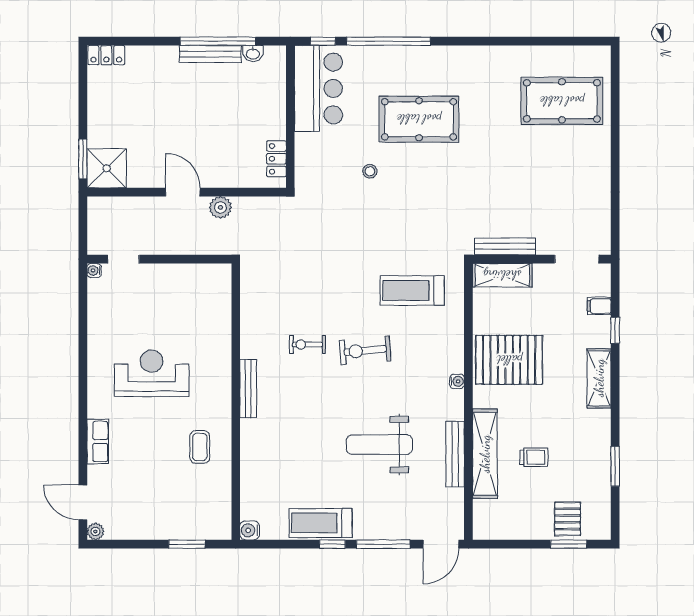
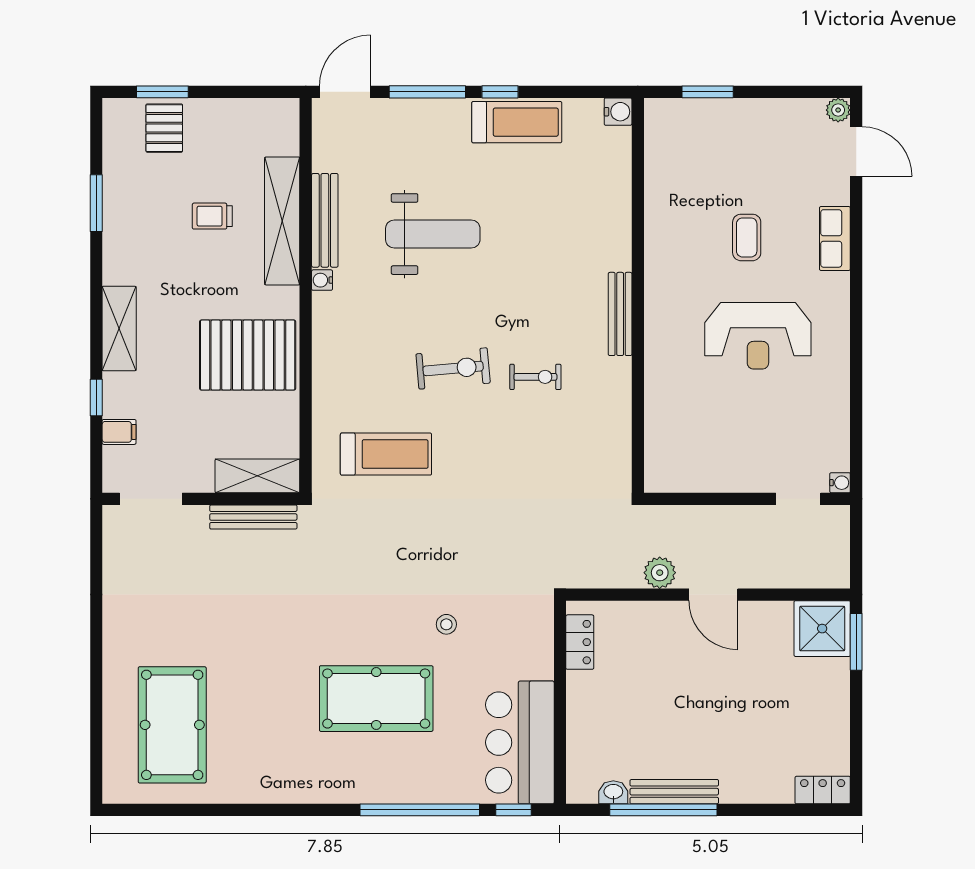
pool table: (562, 101) -> (172, 725), turned 90
water cooler: (457, 381) -> (322, 280), moved
coffee table: (200, 447) -> (747, 237), moved

